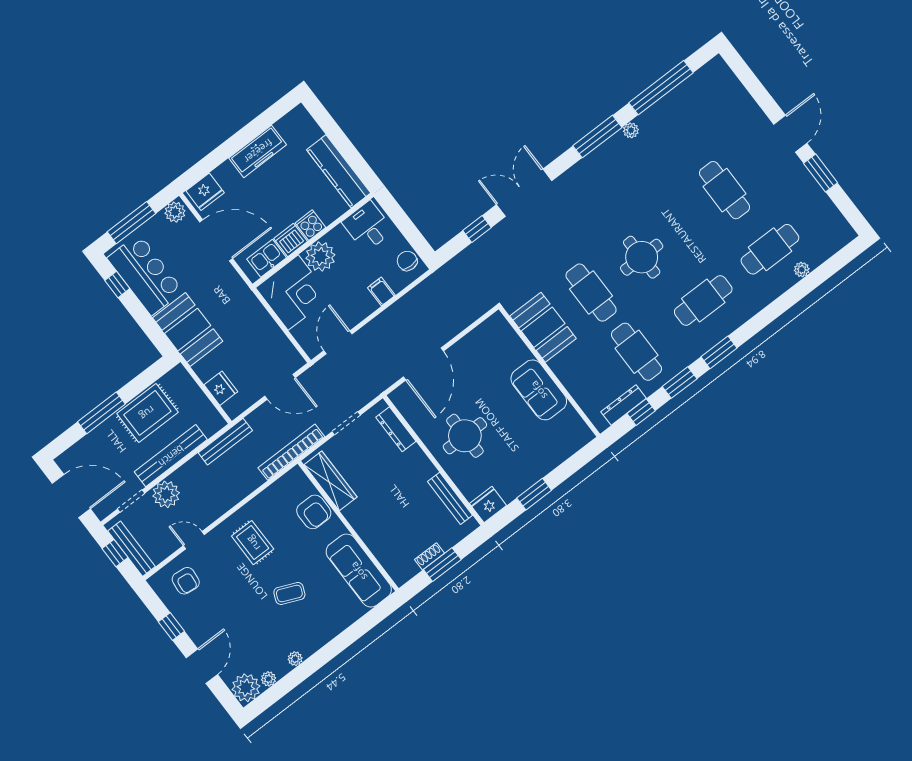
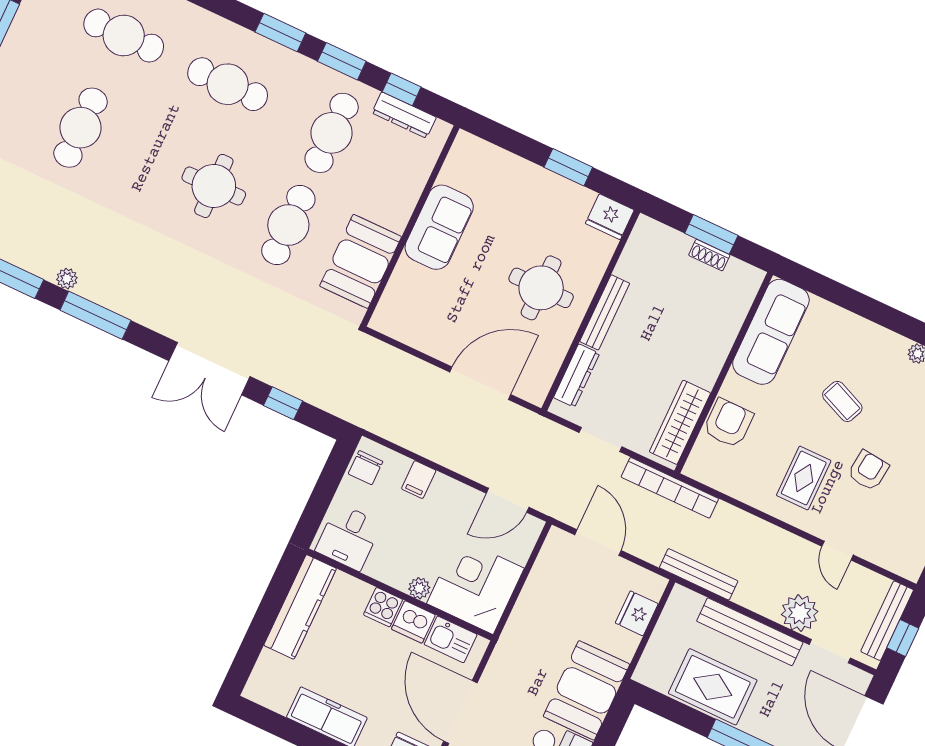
plant: (320, 256) -> (419, 588), width x0.53, depth x0.53
bench: (450, 498) -> (605, 312), moved
armchair: (186, 581) -> (868, 470), moved

